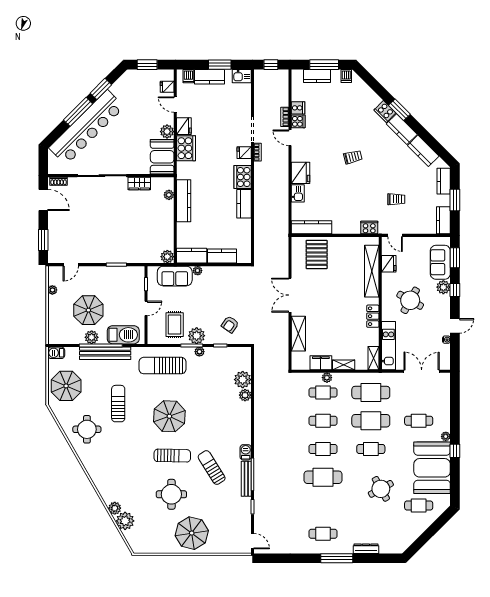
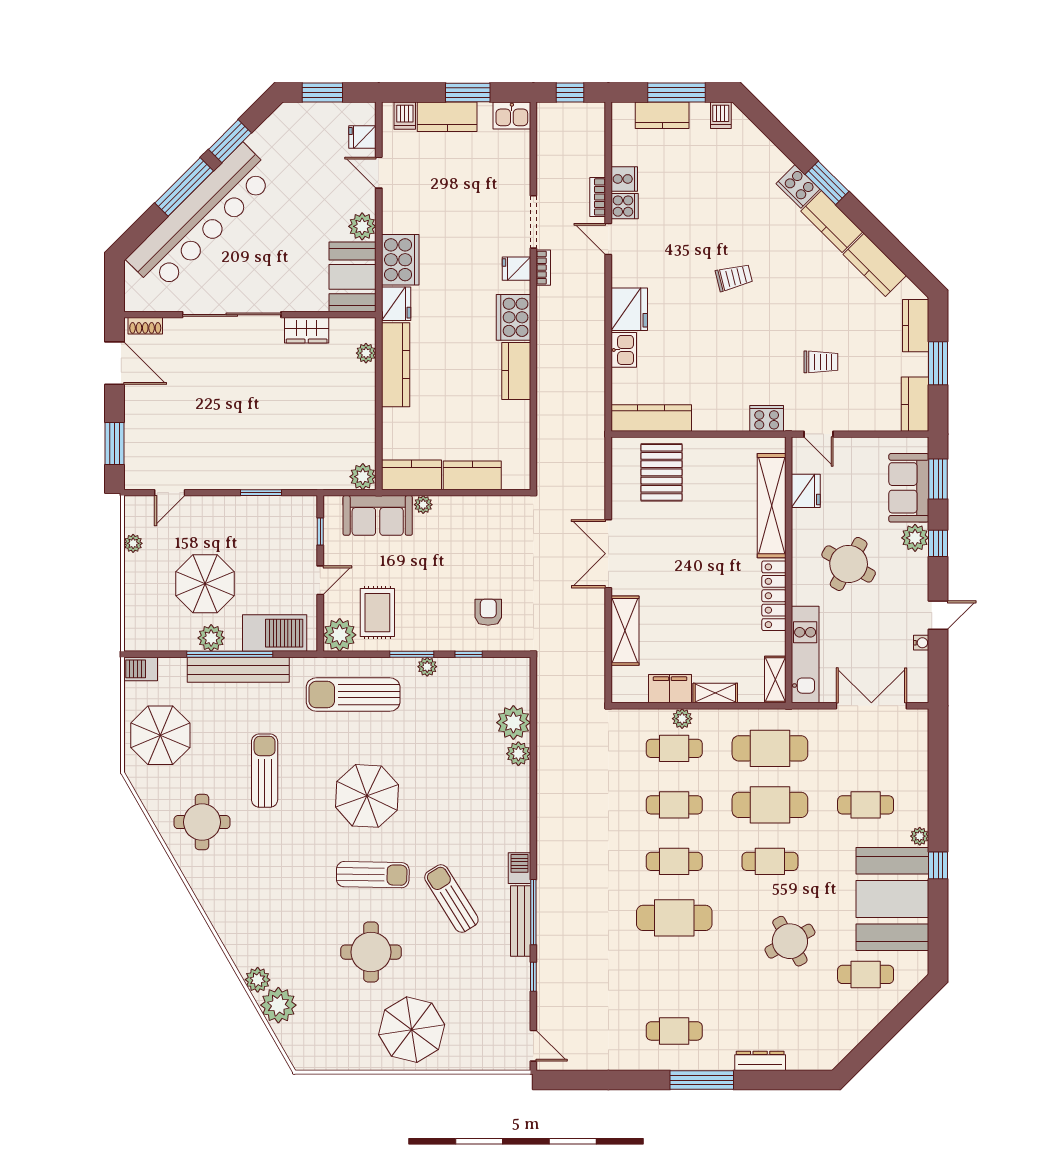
fridge: (184, 126) -> (396, 304), moved
locker: (373, 316) -> (774, 596), width x1.53
armchair: (230, 324) -> (488, 612), turned 145
plant: (197, 336) -> (340, 635), moved

